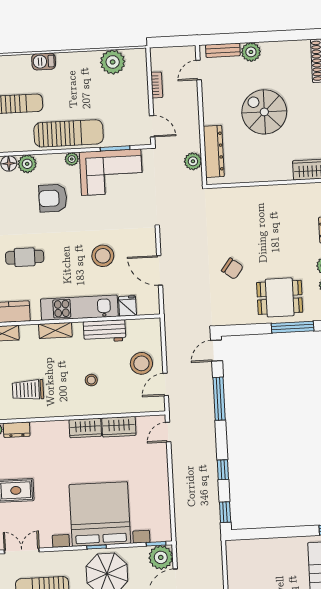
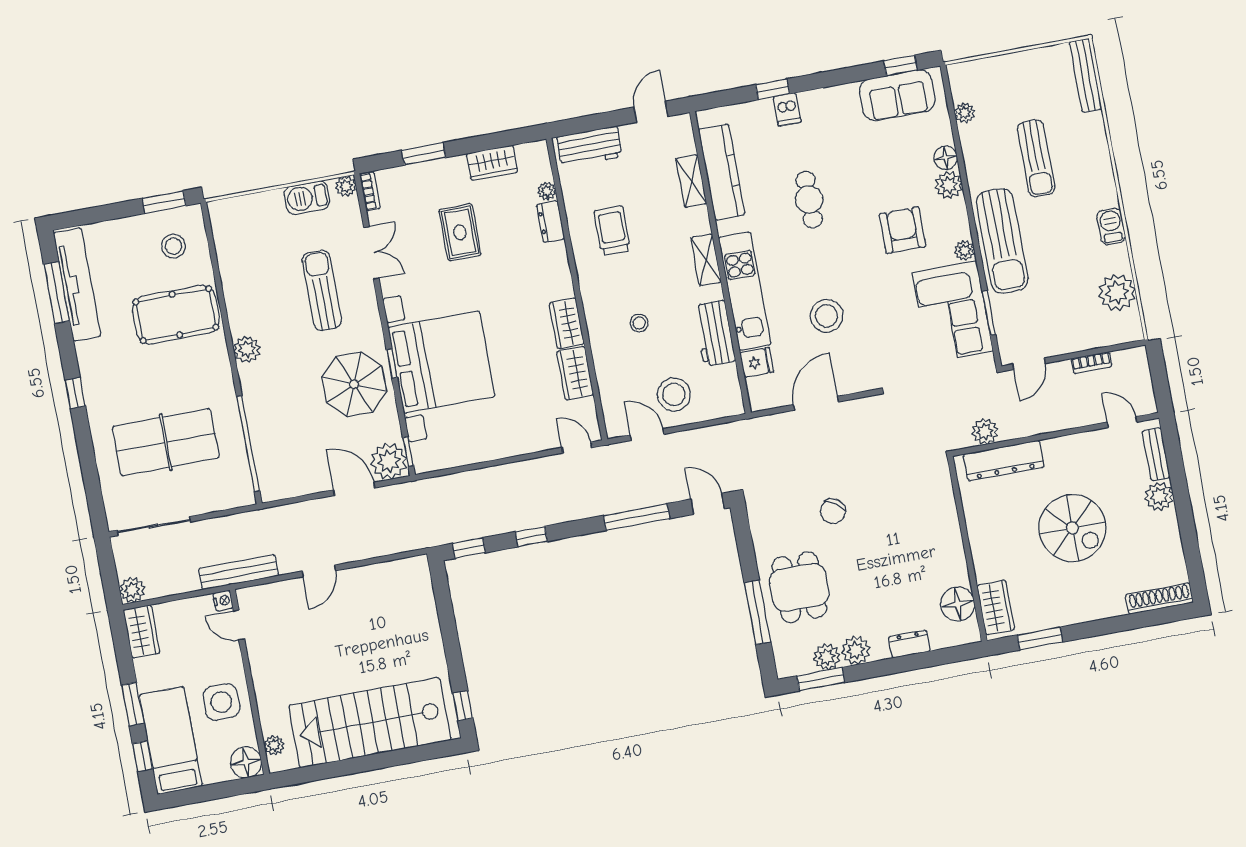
barbecue: (44, 61) -> (1111, 226), moved
spiral stairs: (264, 112) -> (1072, 528), turned 90
floor lamp: (304, 194) -> (958, 604), added

